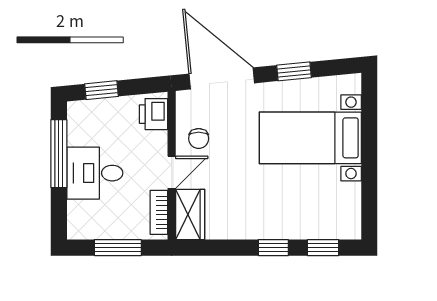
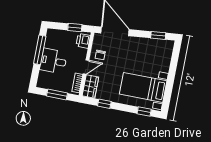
window: (294, 71) -> (158, 35), moved
window: (101, 90) -> (75, 28), moved
bed with nightstands: (310, 138) -> (143, 87), moved
window: (273, 248) -> (104, 104), moved

